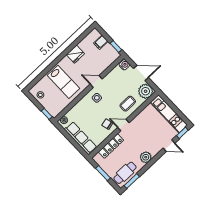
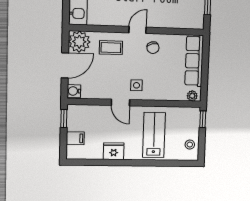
door: (141, 73) -> (65, 65), swing flipped
door: (123, 125) -> (138, 30), swing flipped
locker: (111, 146) -> (172, 22), removed

